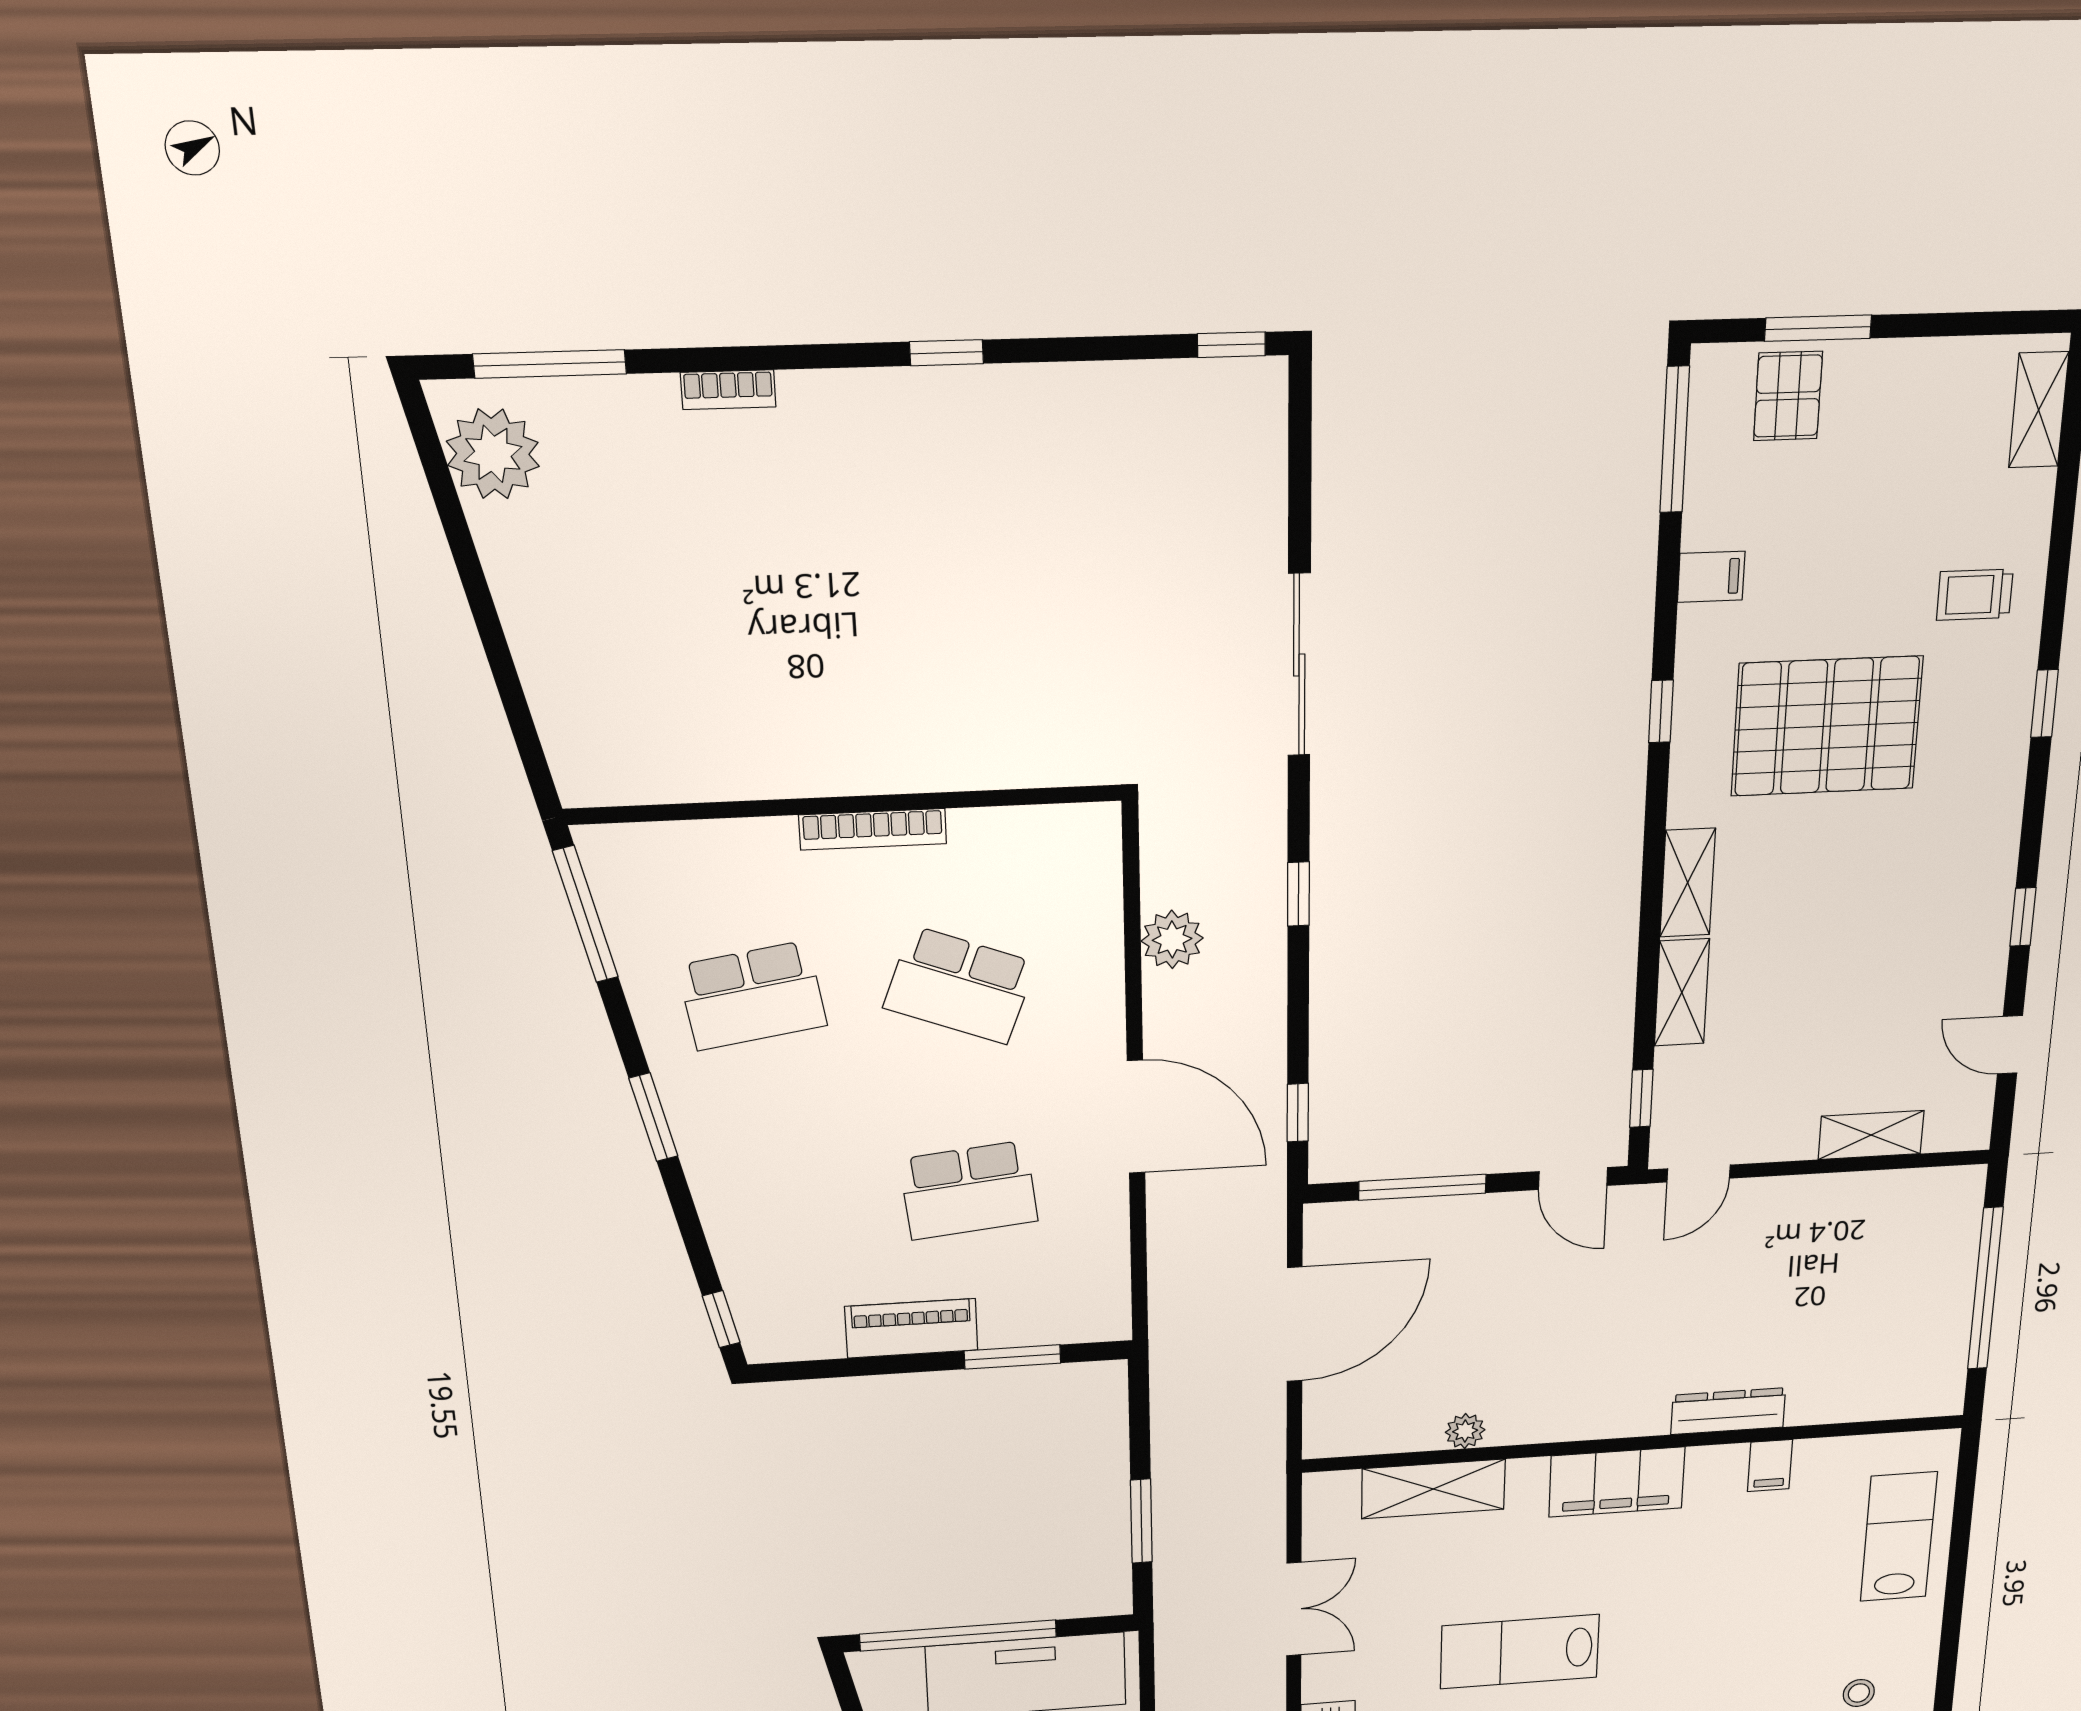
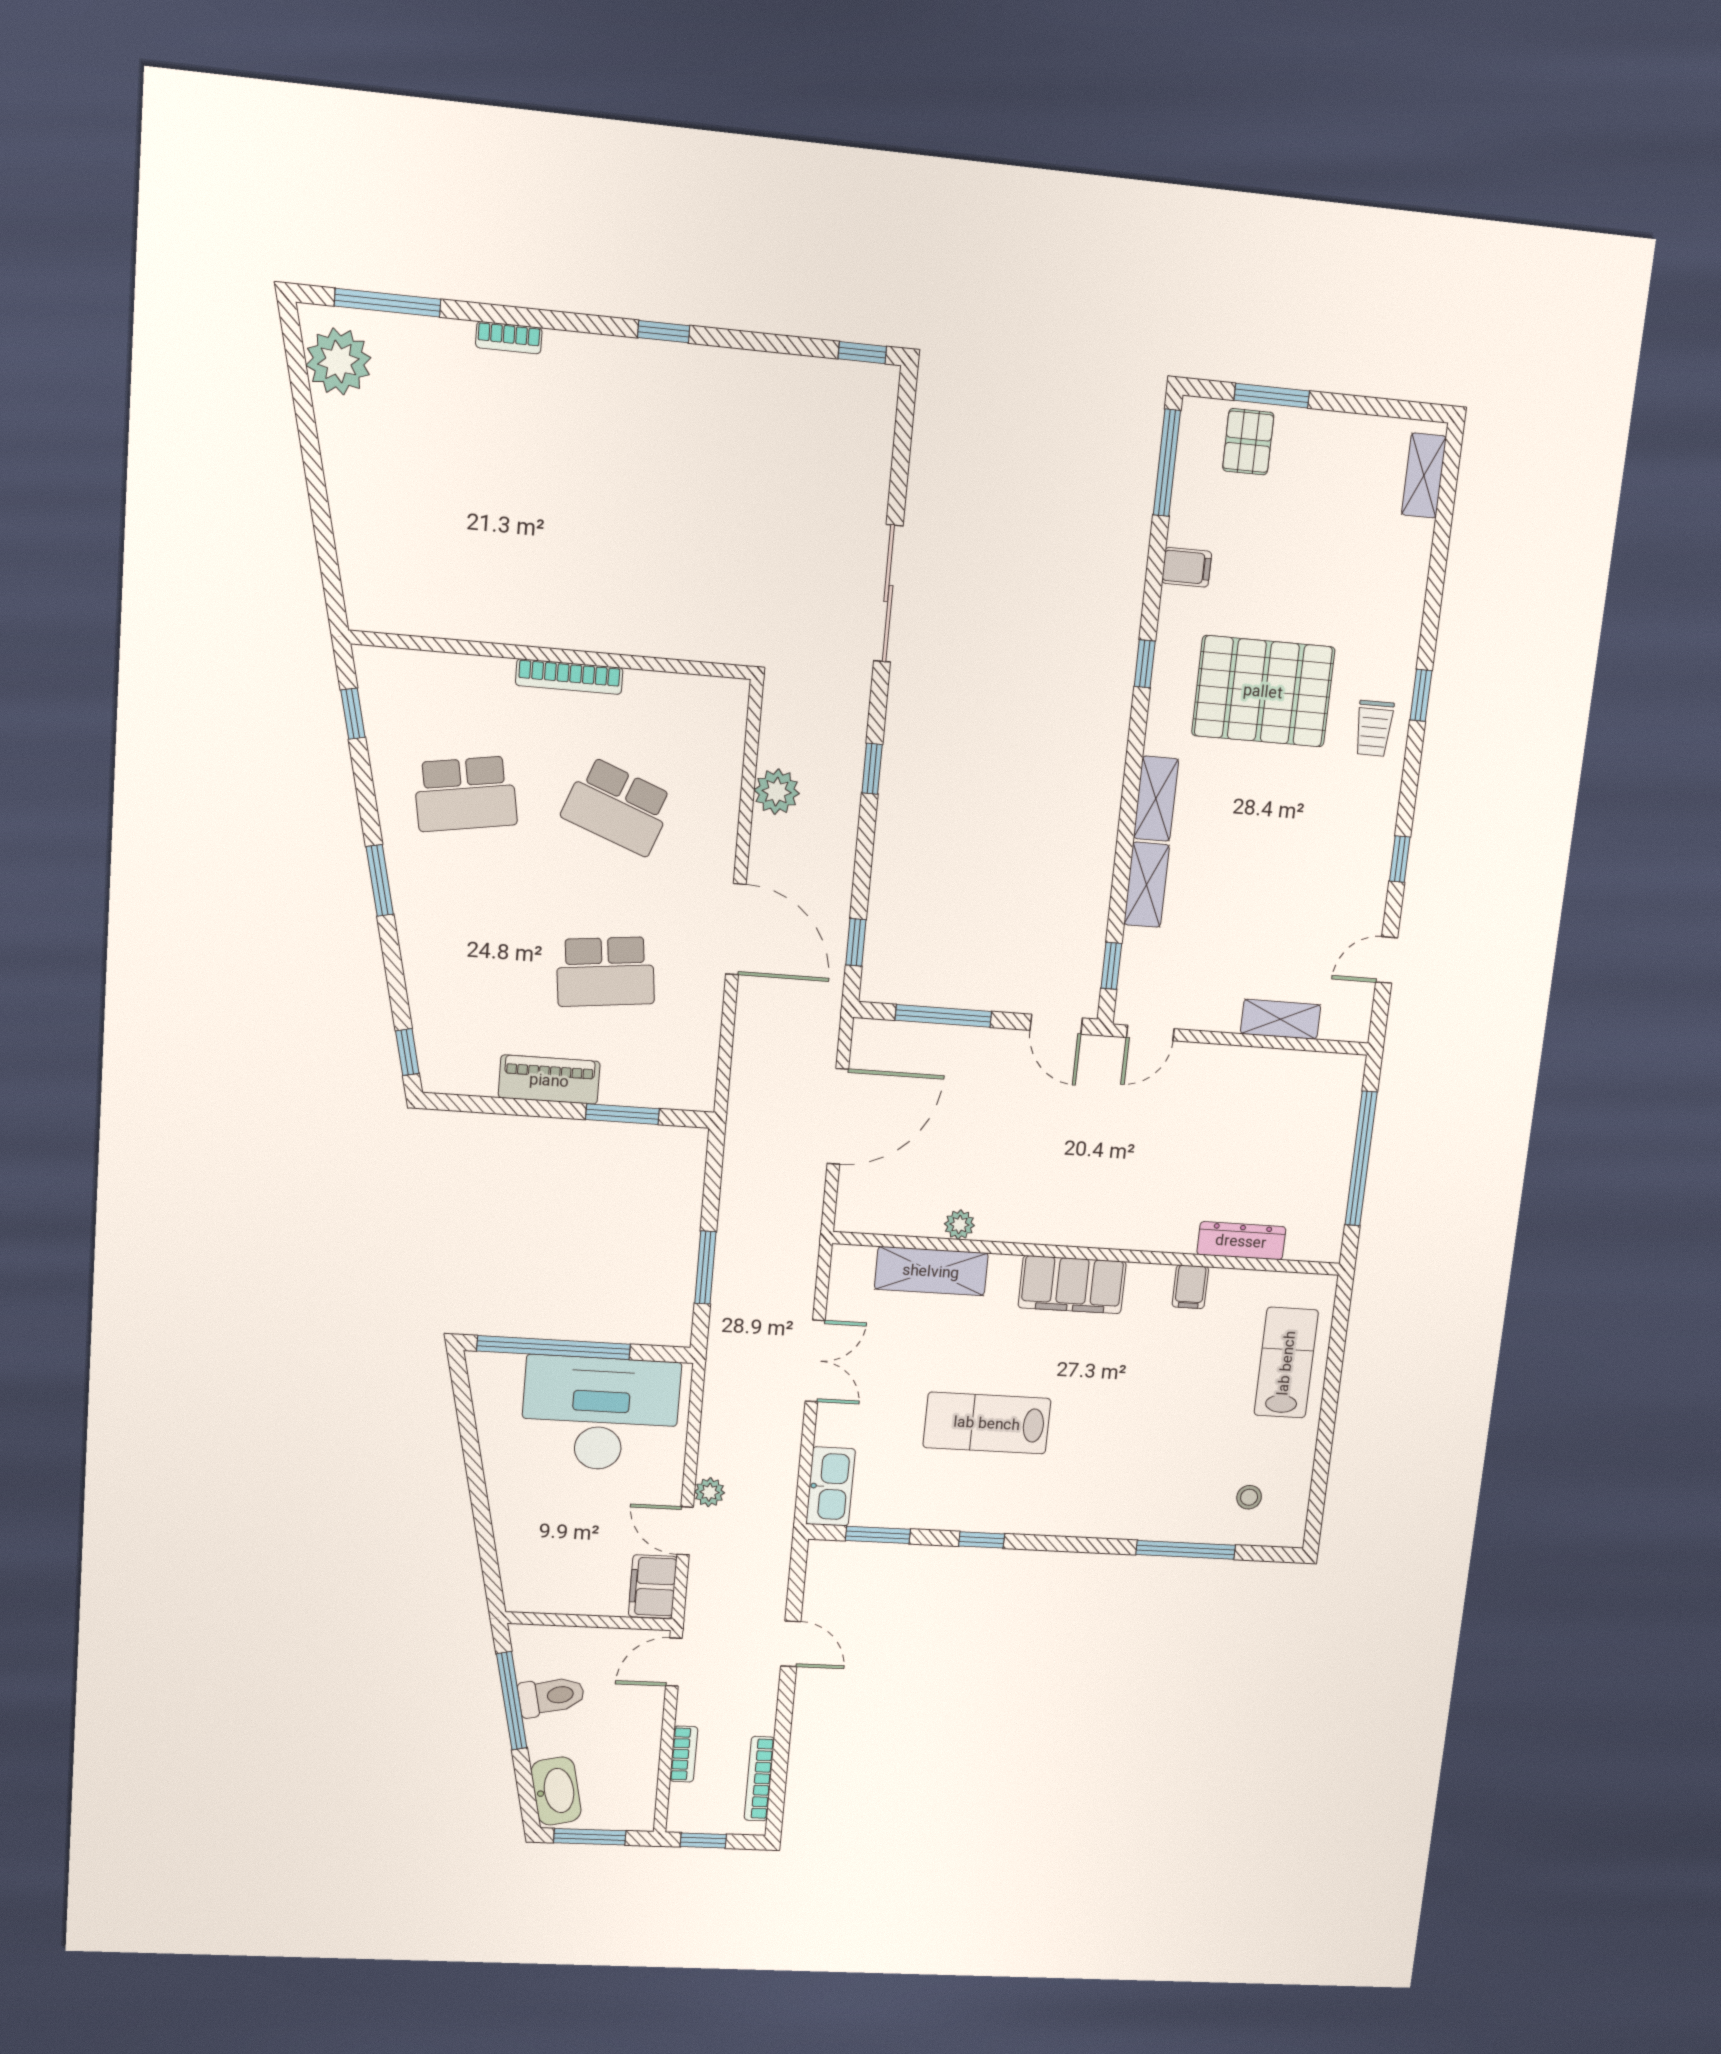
trolley: (1975, 595) -> (1374, 728), moved, turned -90
window: (585, 914) -> (353, 714), width x0.46
door: (2010, 1045) -> (1387, 960), hinge flipped
dresser: (1728, 1411) -> (1241, 1241), moved

